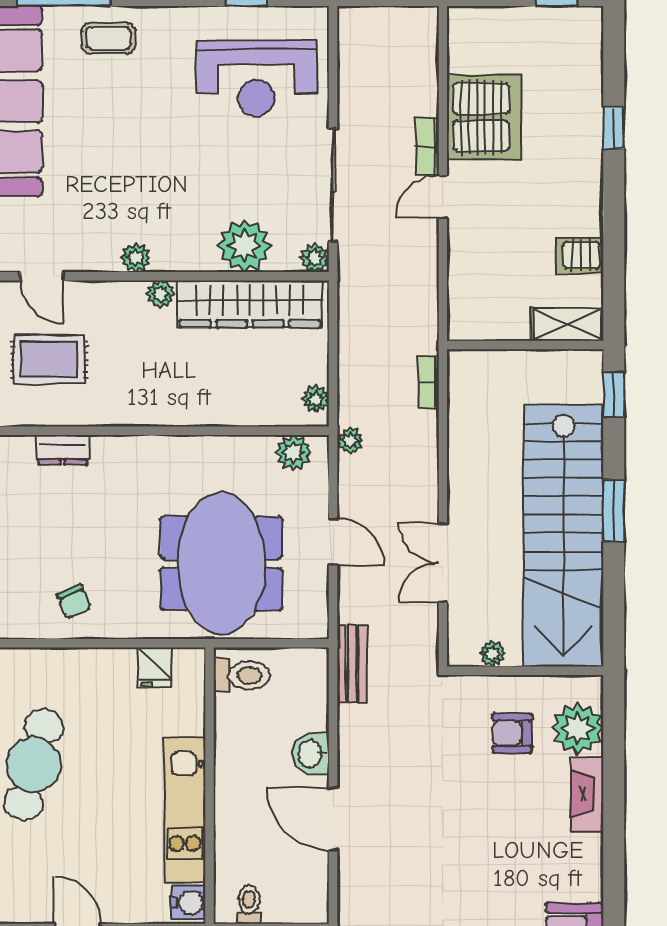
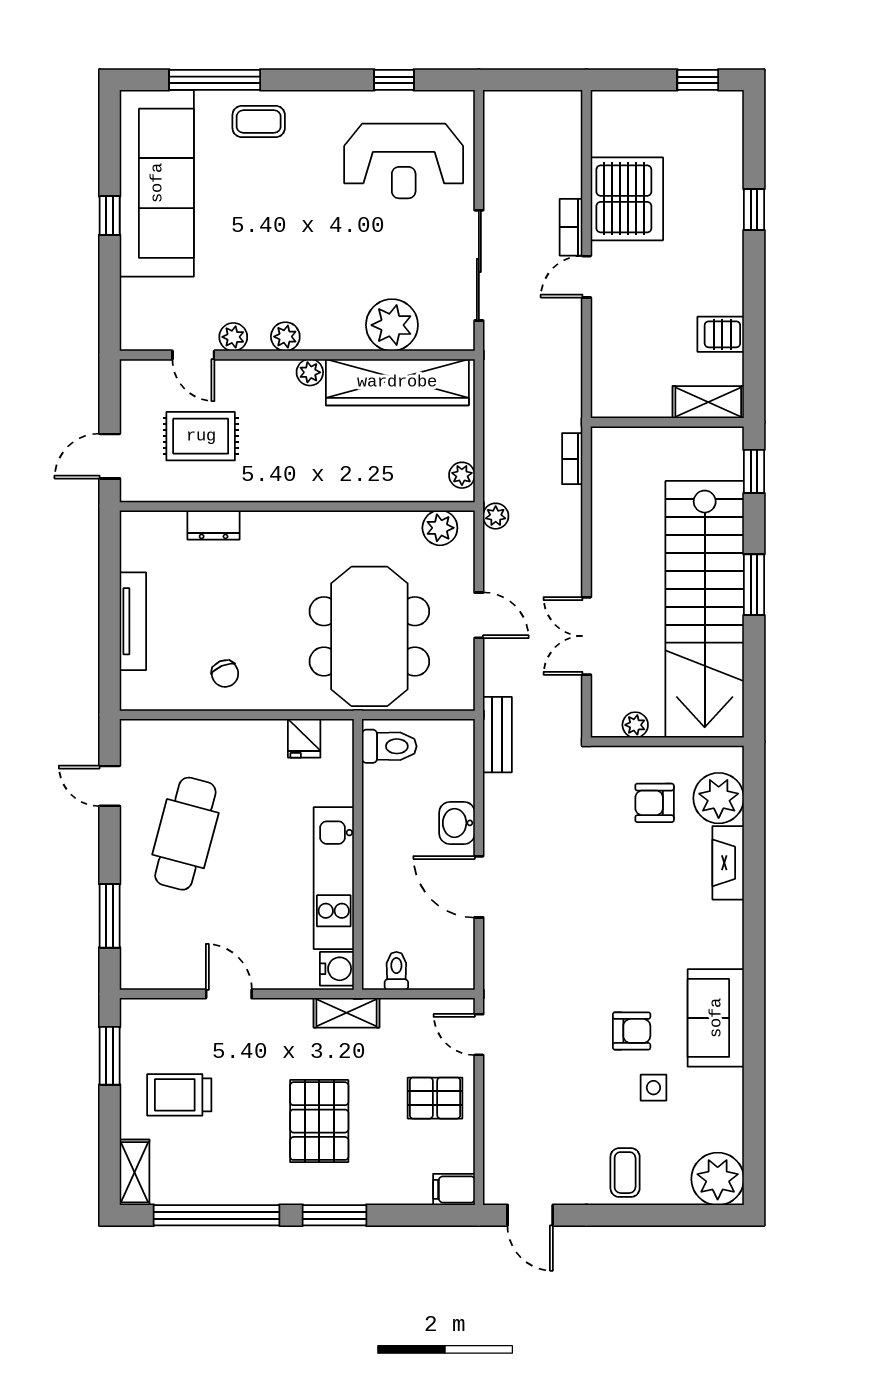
plant: (315, 258) -> (233, 337), moved

